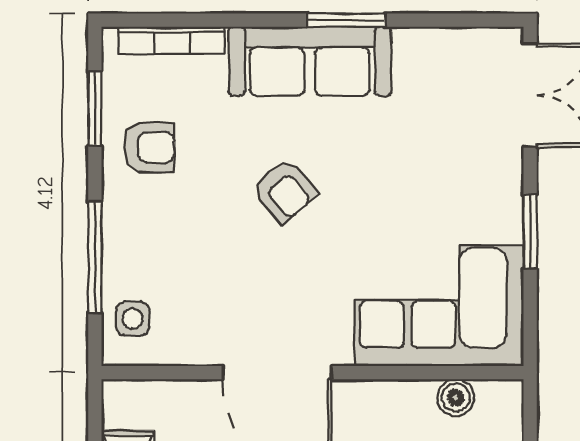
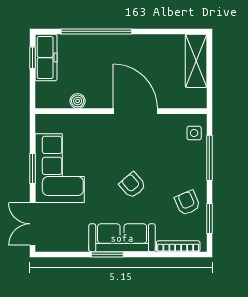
armchair: (149, 147) -> (187, 203), turned 67
corner sofa: (439, 306) -> (60, 168), moved, turned -90
boiler: (456, 398) -> (78, 101), moved

